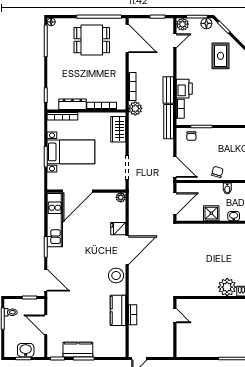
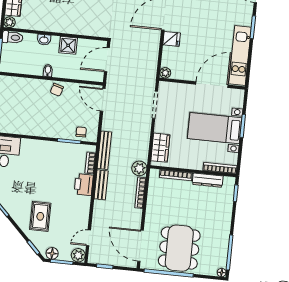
dining table: (92, 40) -> (179, 248), width x1.38

